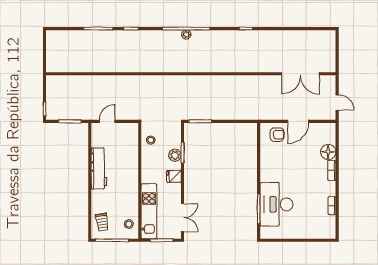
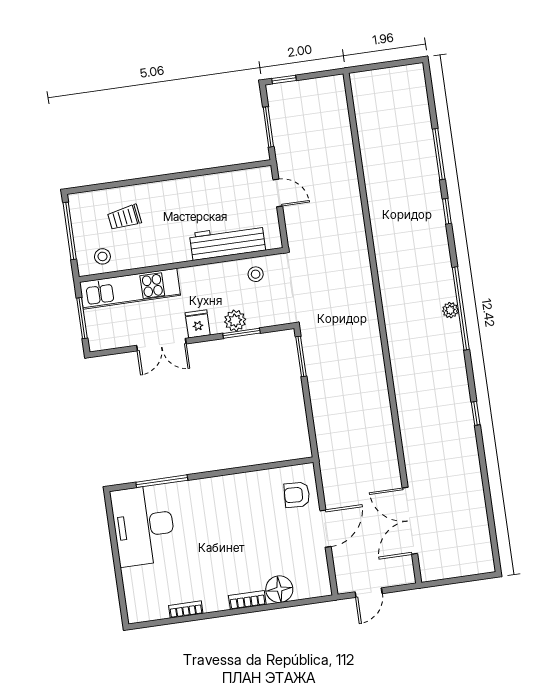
door: (298, 121) -> (326, 529), swing flipped
armchair: (277, 135) -> (297, 495), turned 93
workbench: (99, 168) -> (227, 242), moved, turned 180
desk: (276, 204) -> (143, 525), moved, turned -90
double door: (183, 218) -> (161, 345), moved
trolley: (102, 222) -> (124, 217), moved

